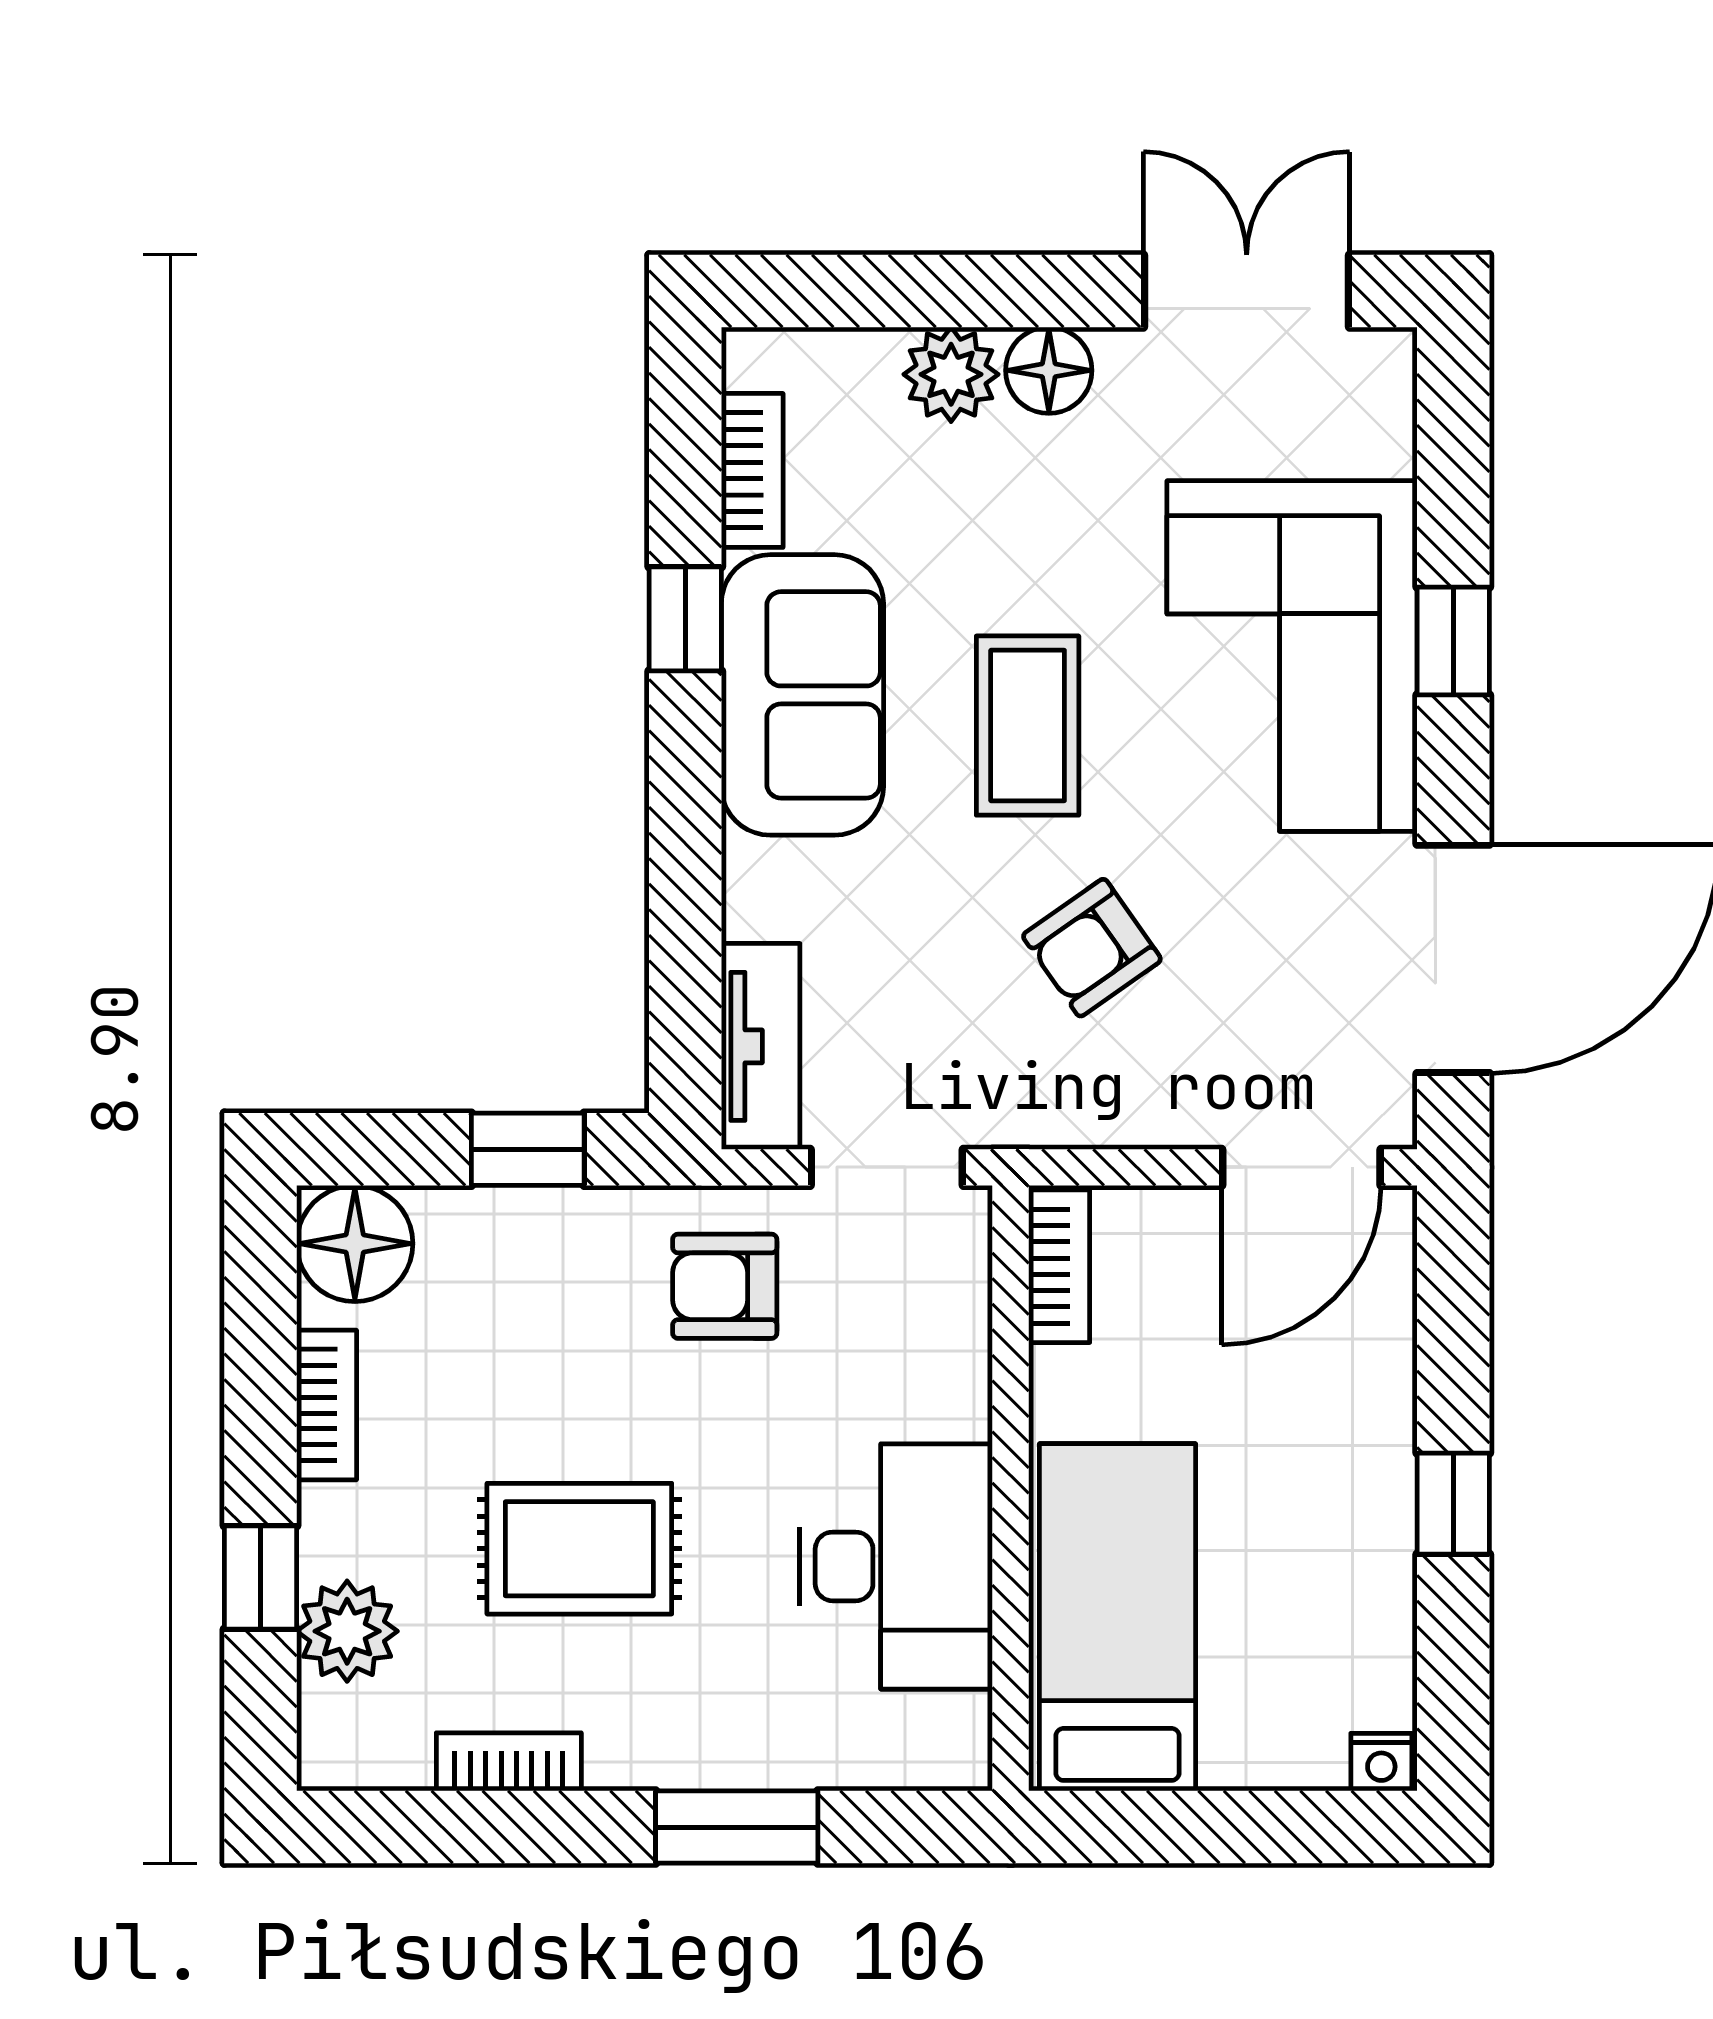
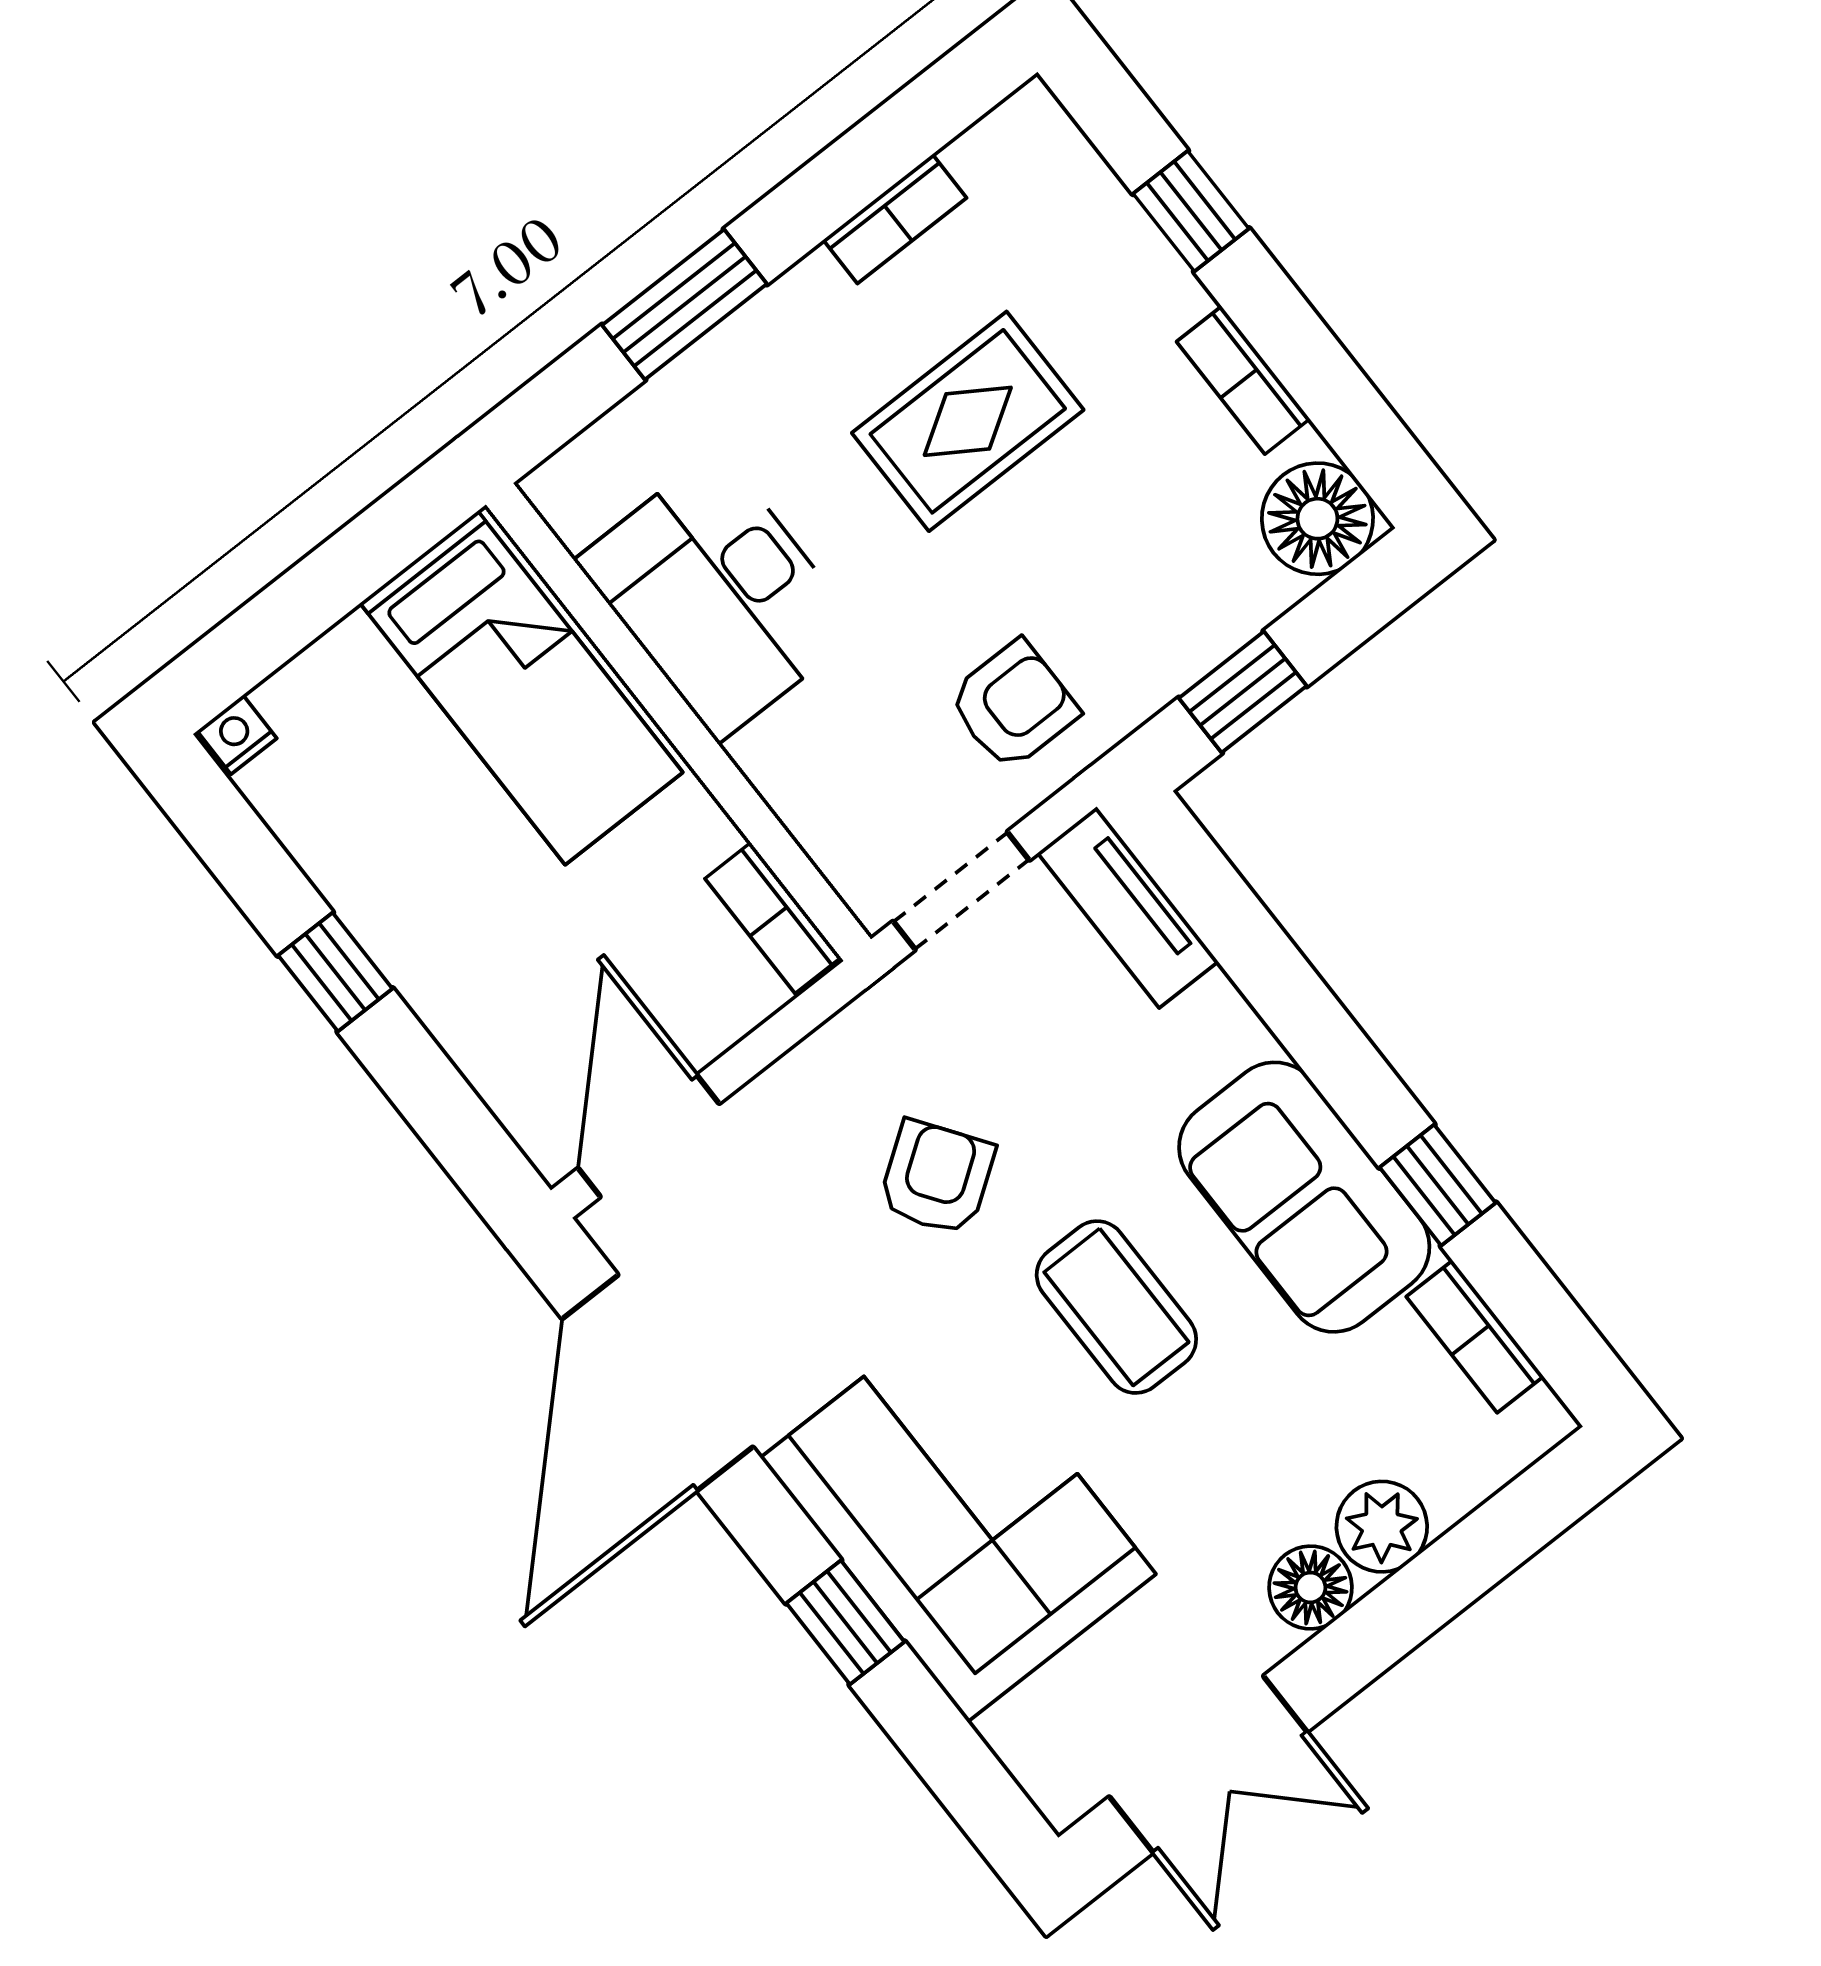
plant: (347, 1631) -> (1094, 222), removed

